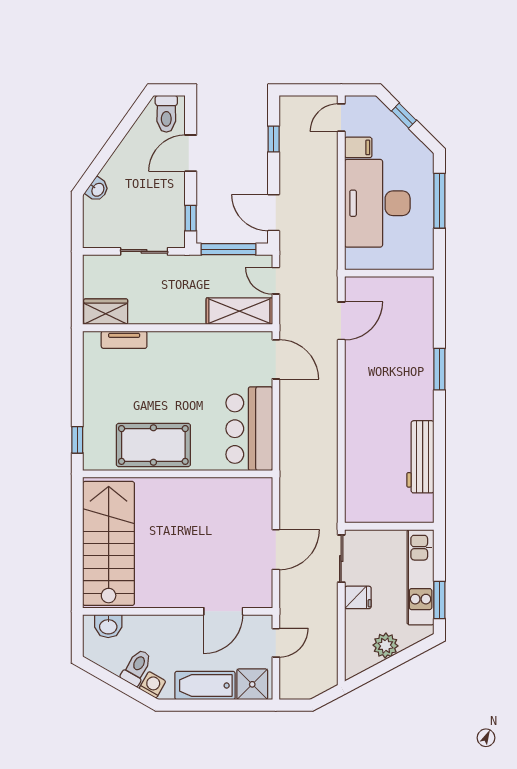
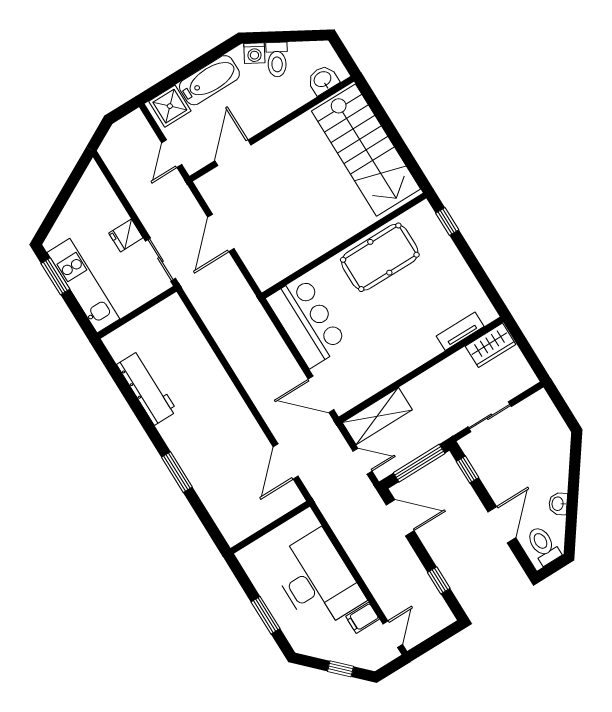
washbasin: (97, 189) -> (558, 504), moved
window: (439, 201) -> (266, 615), width x0.69
plant: (385, 646) -> (77, 209), removed

